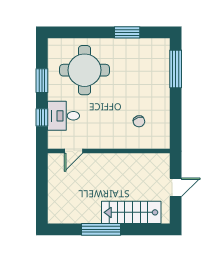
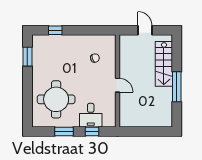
window: (127, 32) -> (27, 57), moved
window: (176, 69) -> (55, 30), width x0.46
door: (74, 151) -> (117, 85), moved

